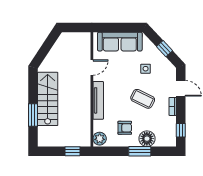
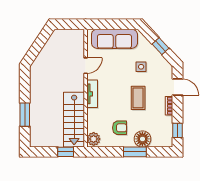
stairs: (48, 99) -> (74, 120), moved, turned 180
coffee table: (143, 99) -> (138, 98), turned 64
tv unit: (98, 100) -> (92, 94), width x0.71

